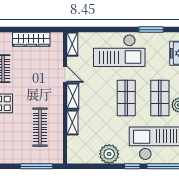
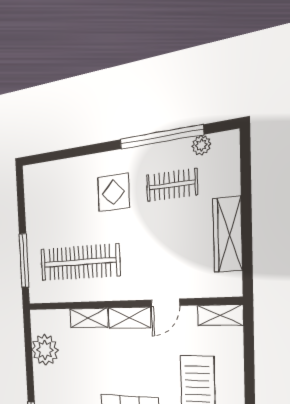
clothes rail: (40, 127) -> (79, 262), width x1.37, depth x1.31
plant: (109, 154) -> (45, 350), moved

